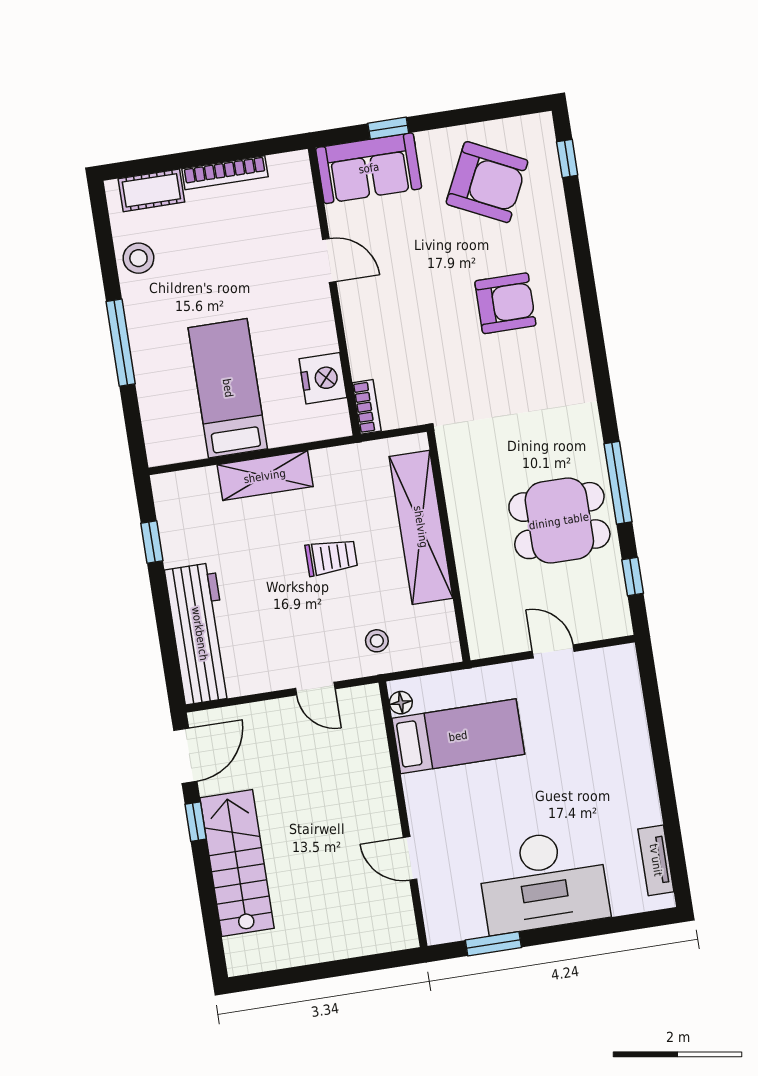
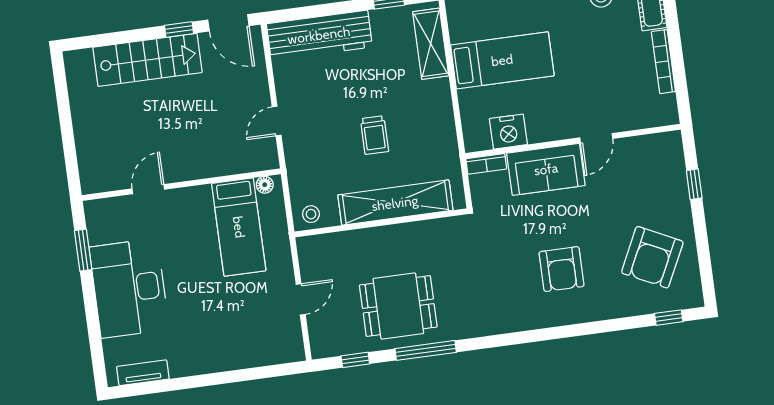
sofa: (369, 168) -> (546, 169), moved, turned -90
shelving: (265, 476) -> (431, 44), moved
dining table: (559, 521) -> (398, 306), turned 90
stool: (377, 641) -> (311, 214), moved

